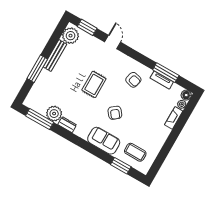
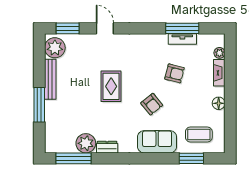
armchair: (133, 80) -> (174, 73), moved
floor lamp: (186, 95) -> (219, 103), moved

